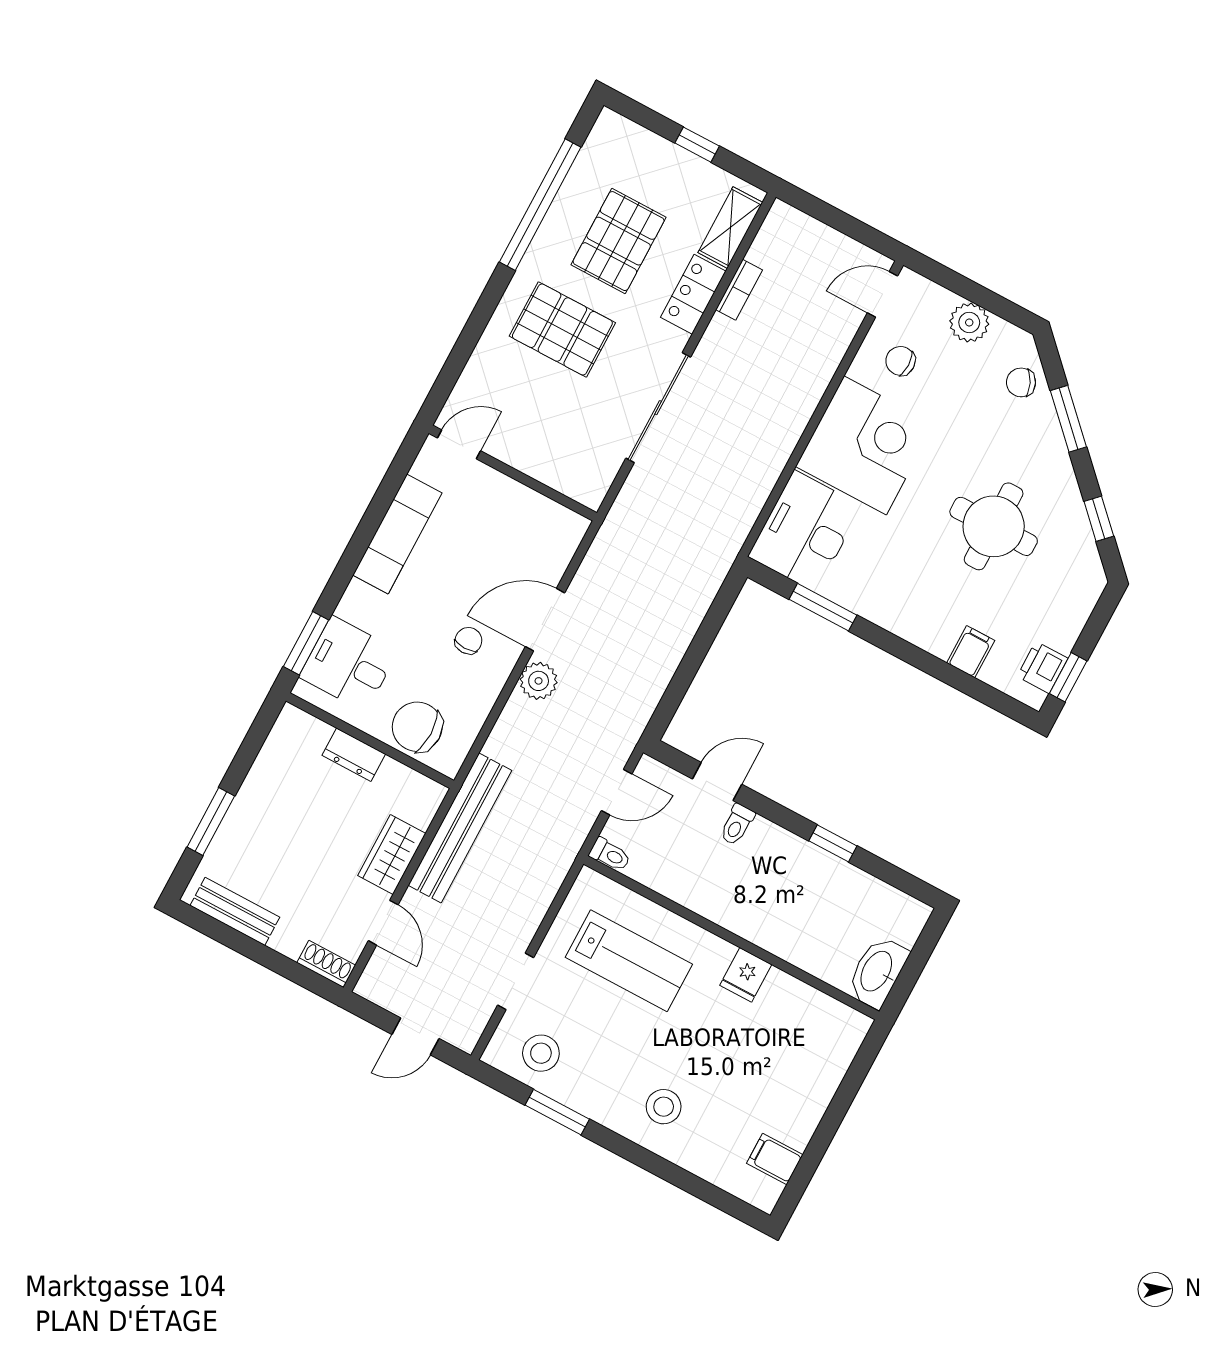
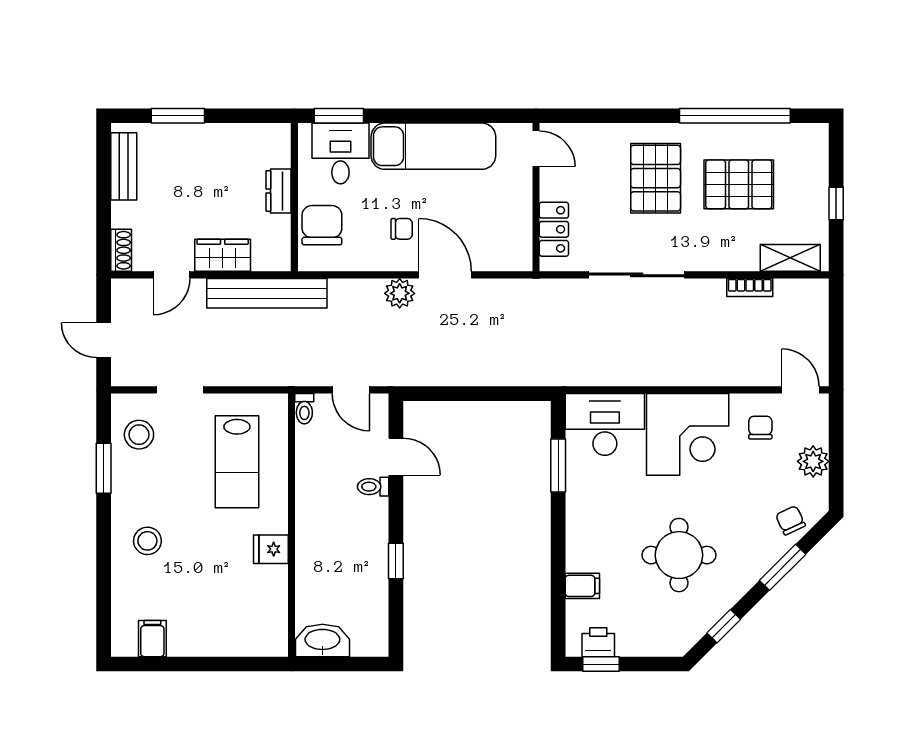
locker: (693, 294) -> (554, 229), moved, turned 90
exam couch: (397, 534) -> (433, 146), width x1.36, depth x1.45

